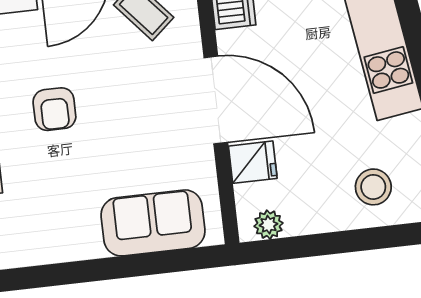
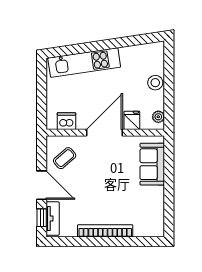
armchair: (54, 109) -> (101, 199), removed
stool: (373, 187) -> (155, 83), moved

